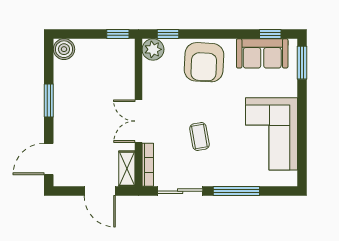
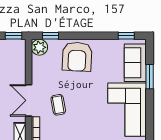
sofa: (262, 53) -> (135, 63), moved, turned 90
window: (302, 63) -> (150, 77), moved
coffee table: (199, 137) -> (58, 105), moved

